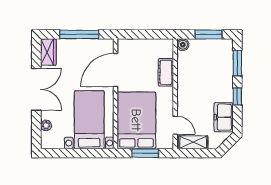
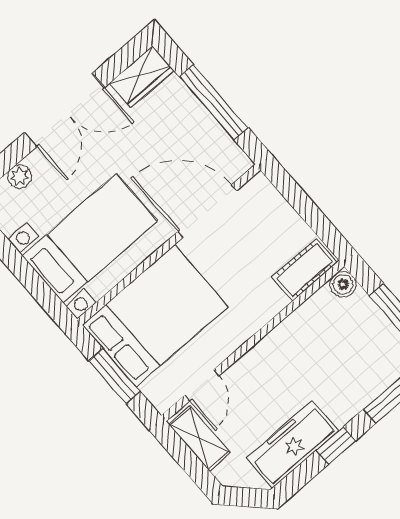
cot: (166, 72) -> (304, 270), moved
freezer: (224, 117) -> (292, 444), width x1.40

